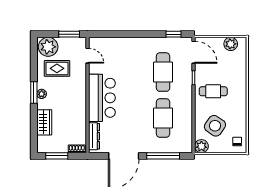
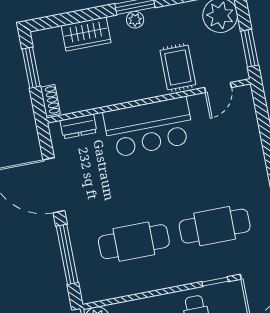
rug: (57, 68) -> (178, 67), moved
dresser: (94, 136) -> (78, 126), width x0.70

